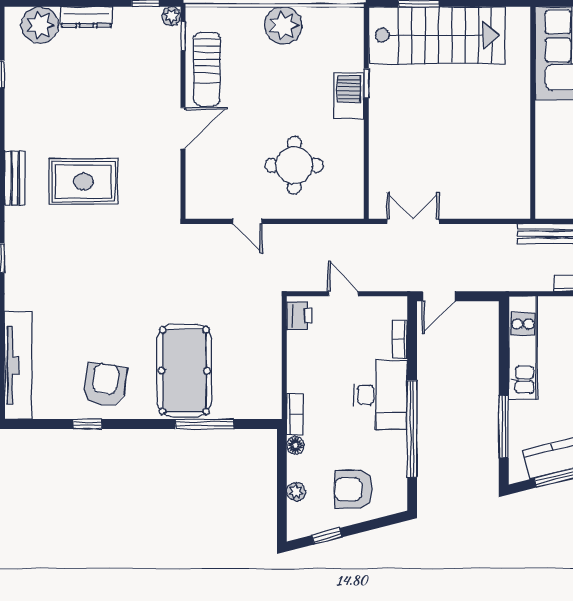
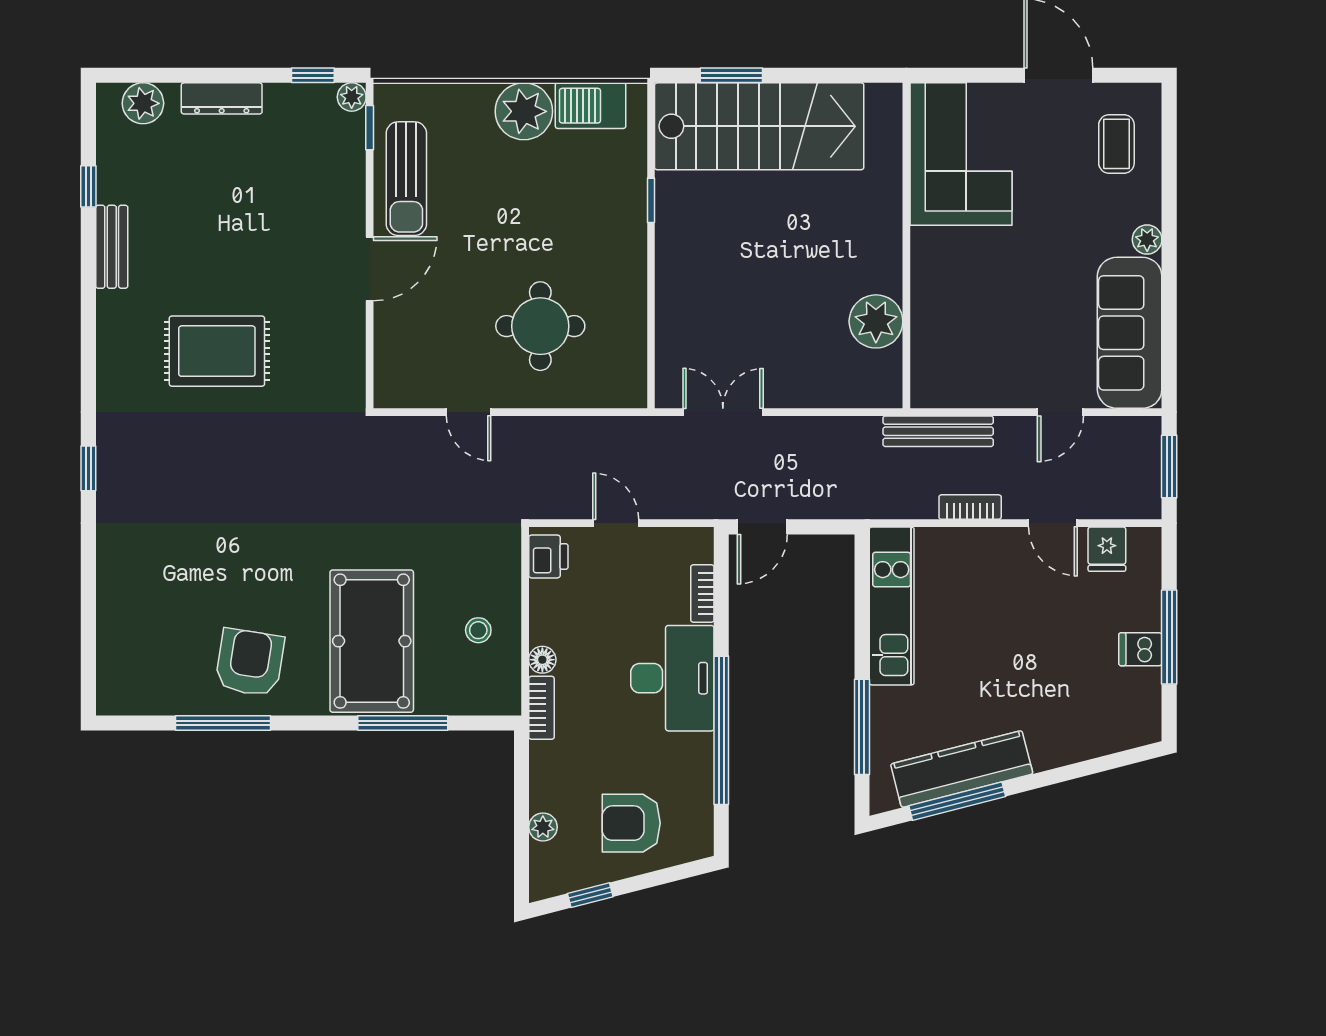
plant: (40, 25) -> (143, 103), width x0.73, depth x0.73
barbecue: (349, 96) -> (591, 106), moved, turned -90
plant: (513, 162) -> (876, 321), added
bench: (15, 178) -> (112, 247), moved
stool: (254, 364) -> (478, 630), added
tv unit: (18, 365) -> (117, 633), removed
window: (87, 424) -> (223, 723), width x2.17
floor lamp: (295, 445) -> (542, 660), moved

